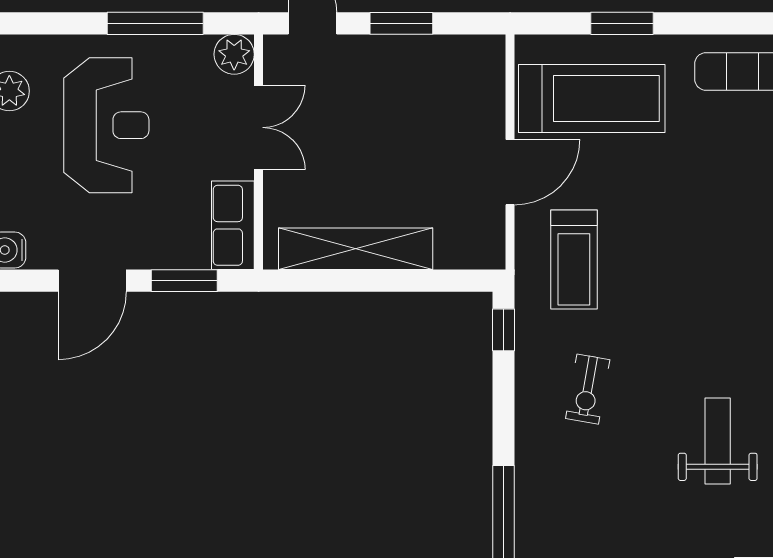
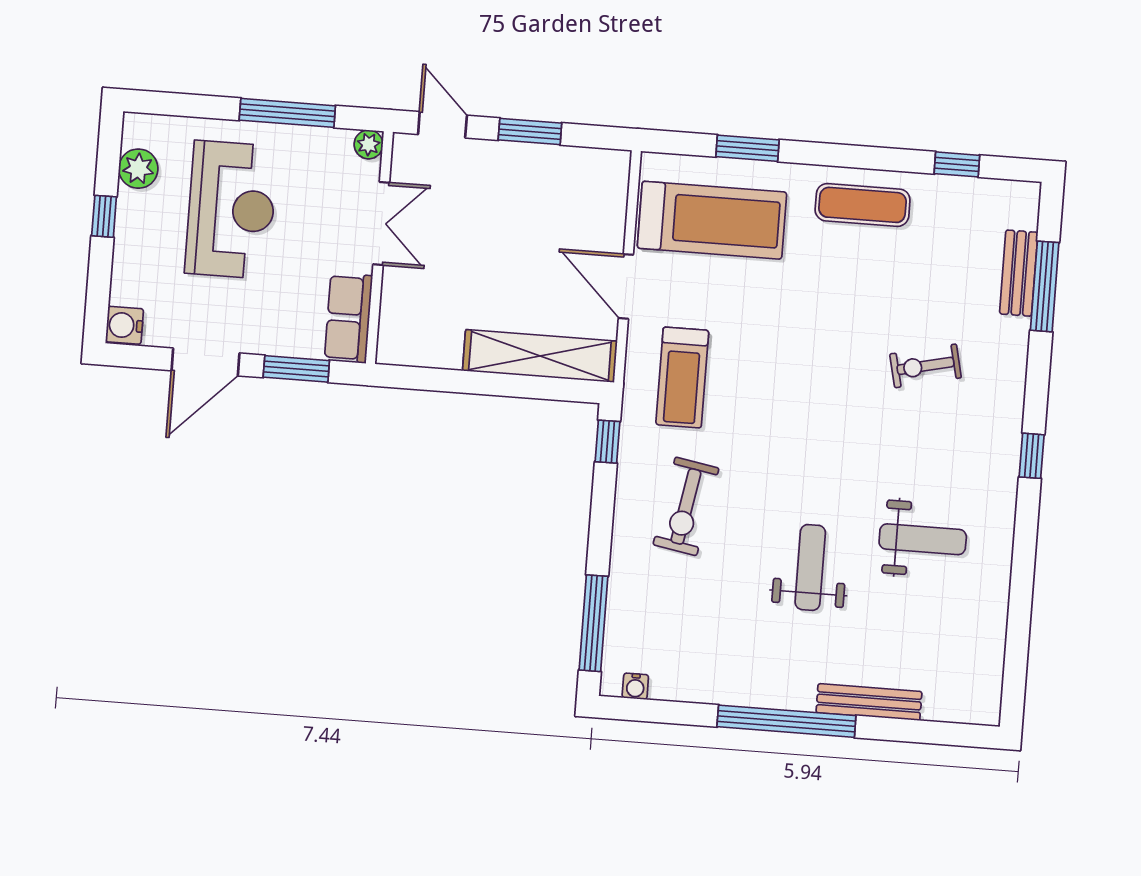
plant: (234, 54) -> (369, 144), width x0.73, depth x0.73
door: (510, 172) -> (626, 286), swing flipped
shelving: (356, 249) -> (540, 356), moved
exercise bike: (588, 389) -> (686, 506), width x1.38, depth x1.39

